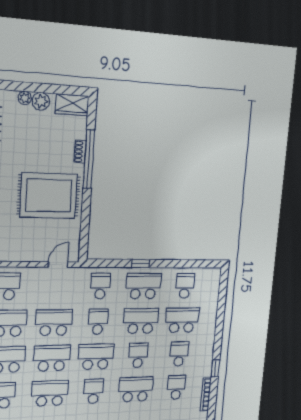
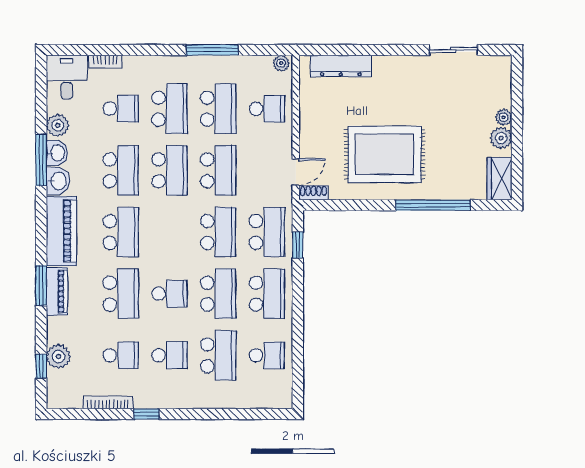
shoe rack: (80, 152) -> (313, 193), moved
rug: (49, 196) -> (385, 154), turned 90
window: (141, 263) -> (298, 245), moved
door: (58, 264) -> (296, 172), hinge flipped
school desk: (100, 286) -> (267, 232), width x1.85
school desk: (98, 322) -> (218, 232), width x1.85
school desk: (96, 357) -> (169, 232), removed
school desk: (93, 391) -> (121, 232), width x1.85

